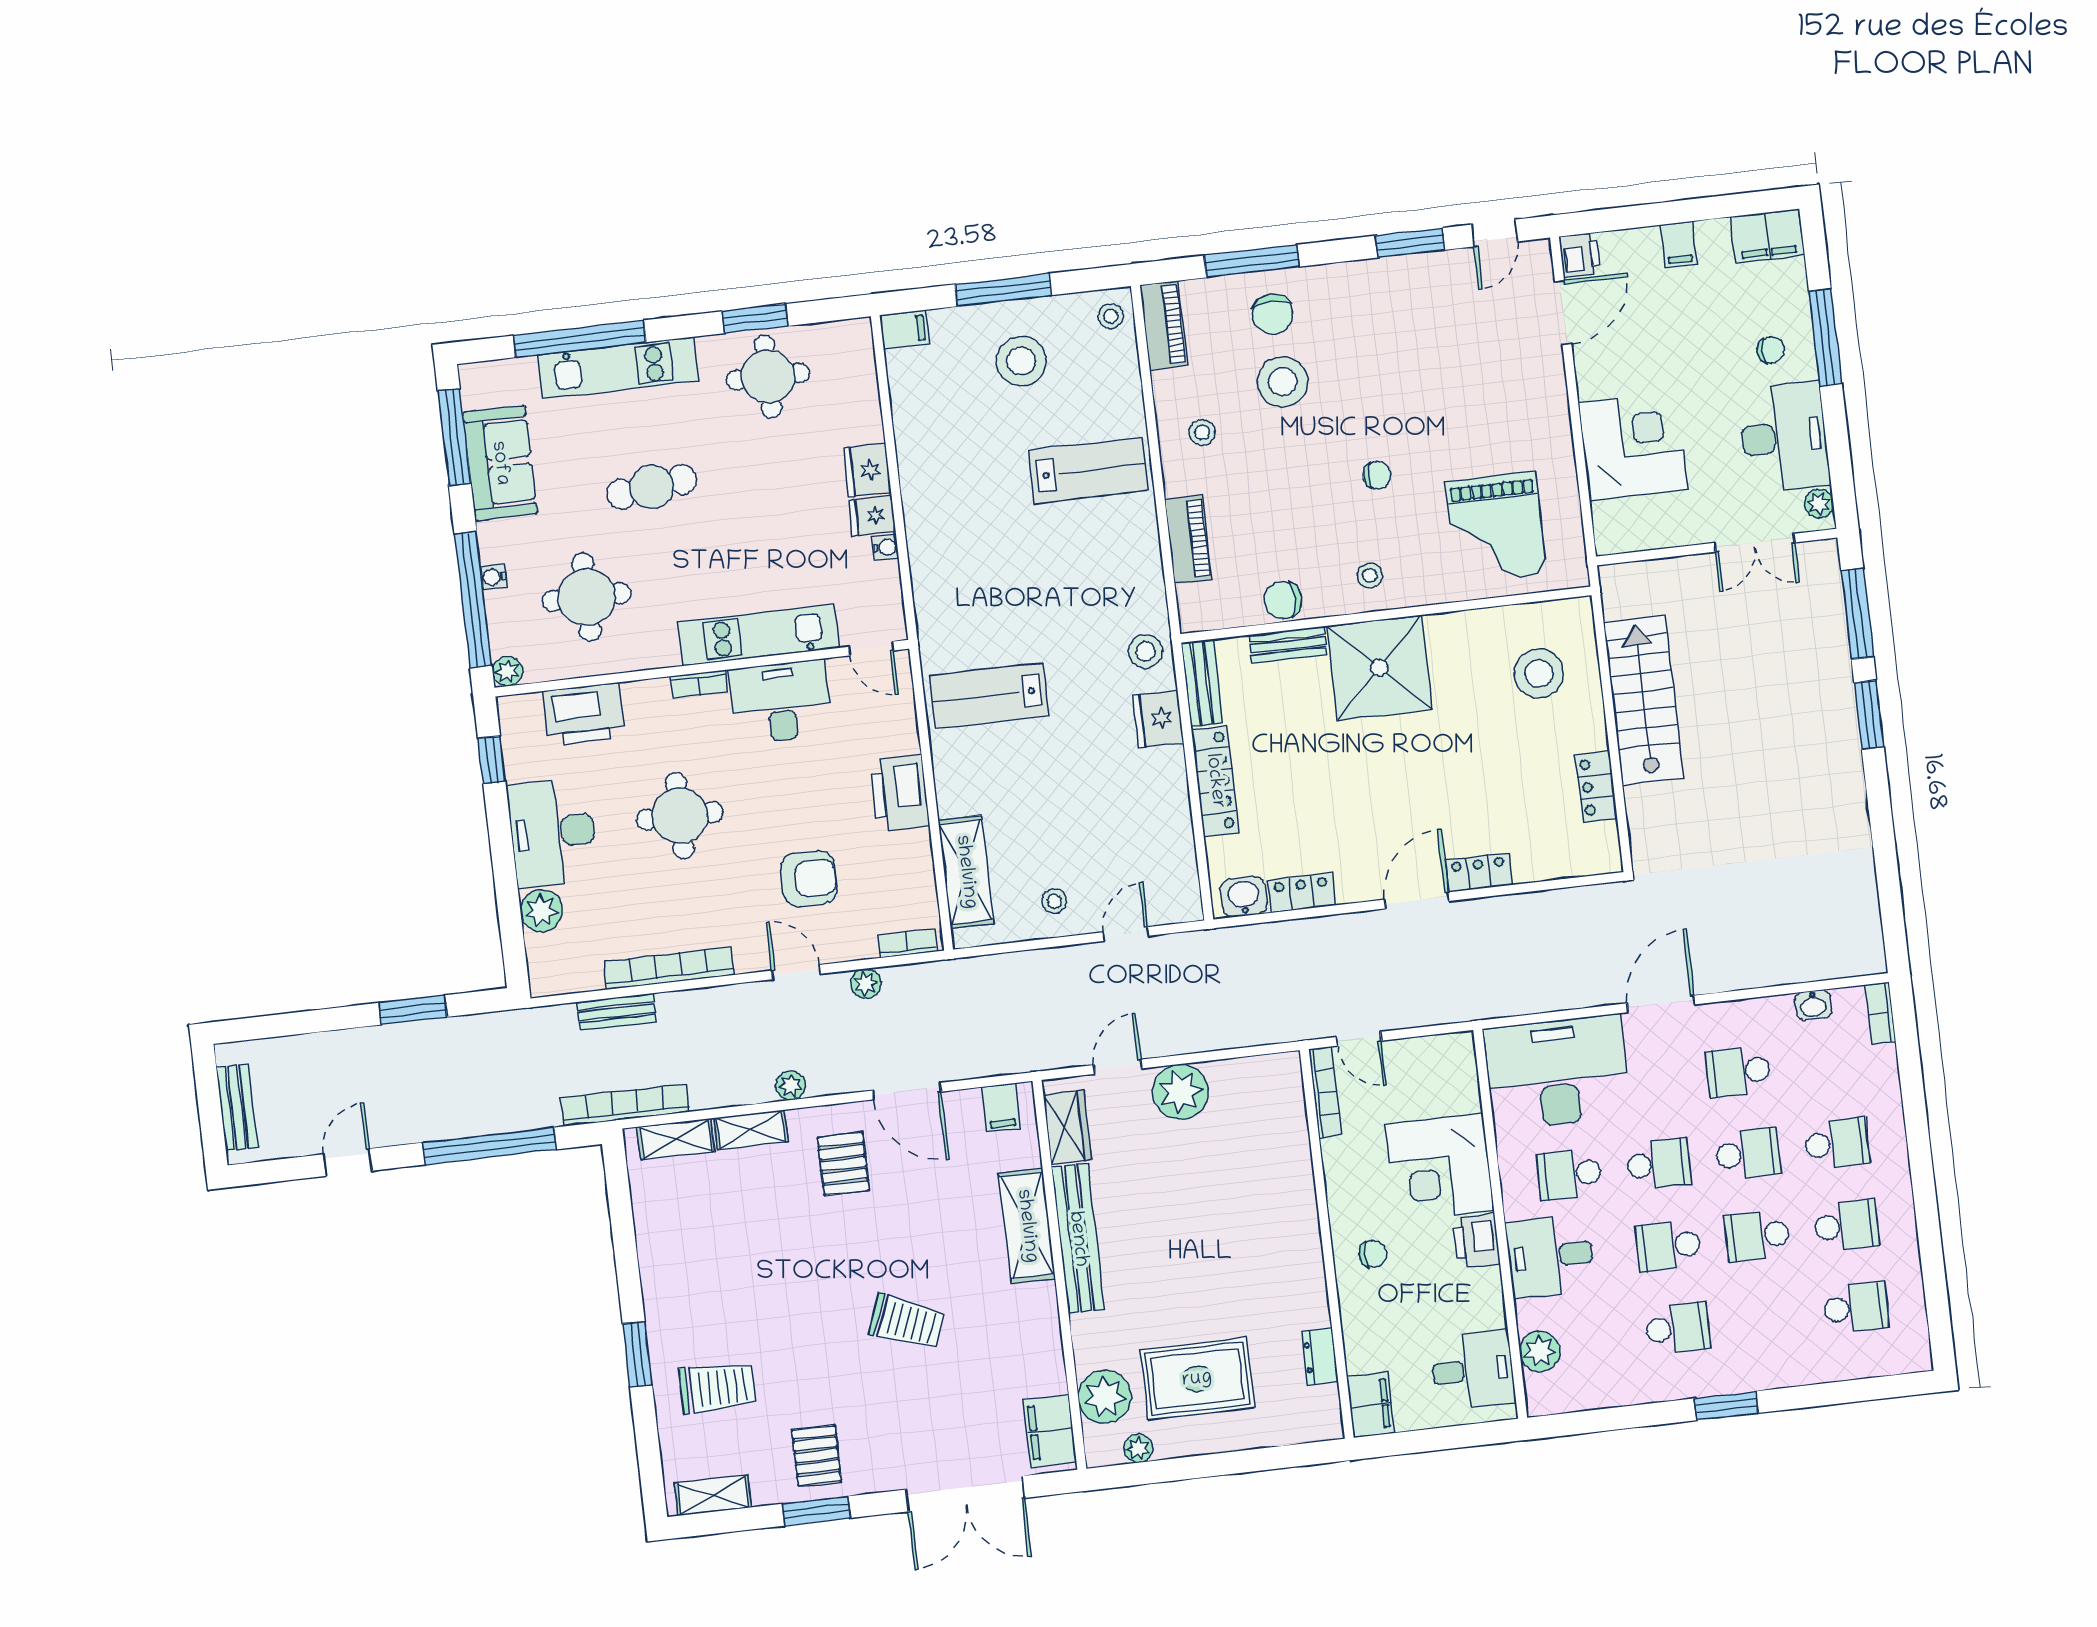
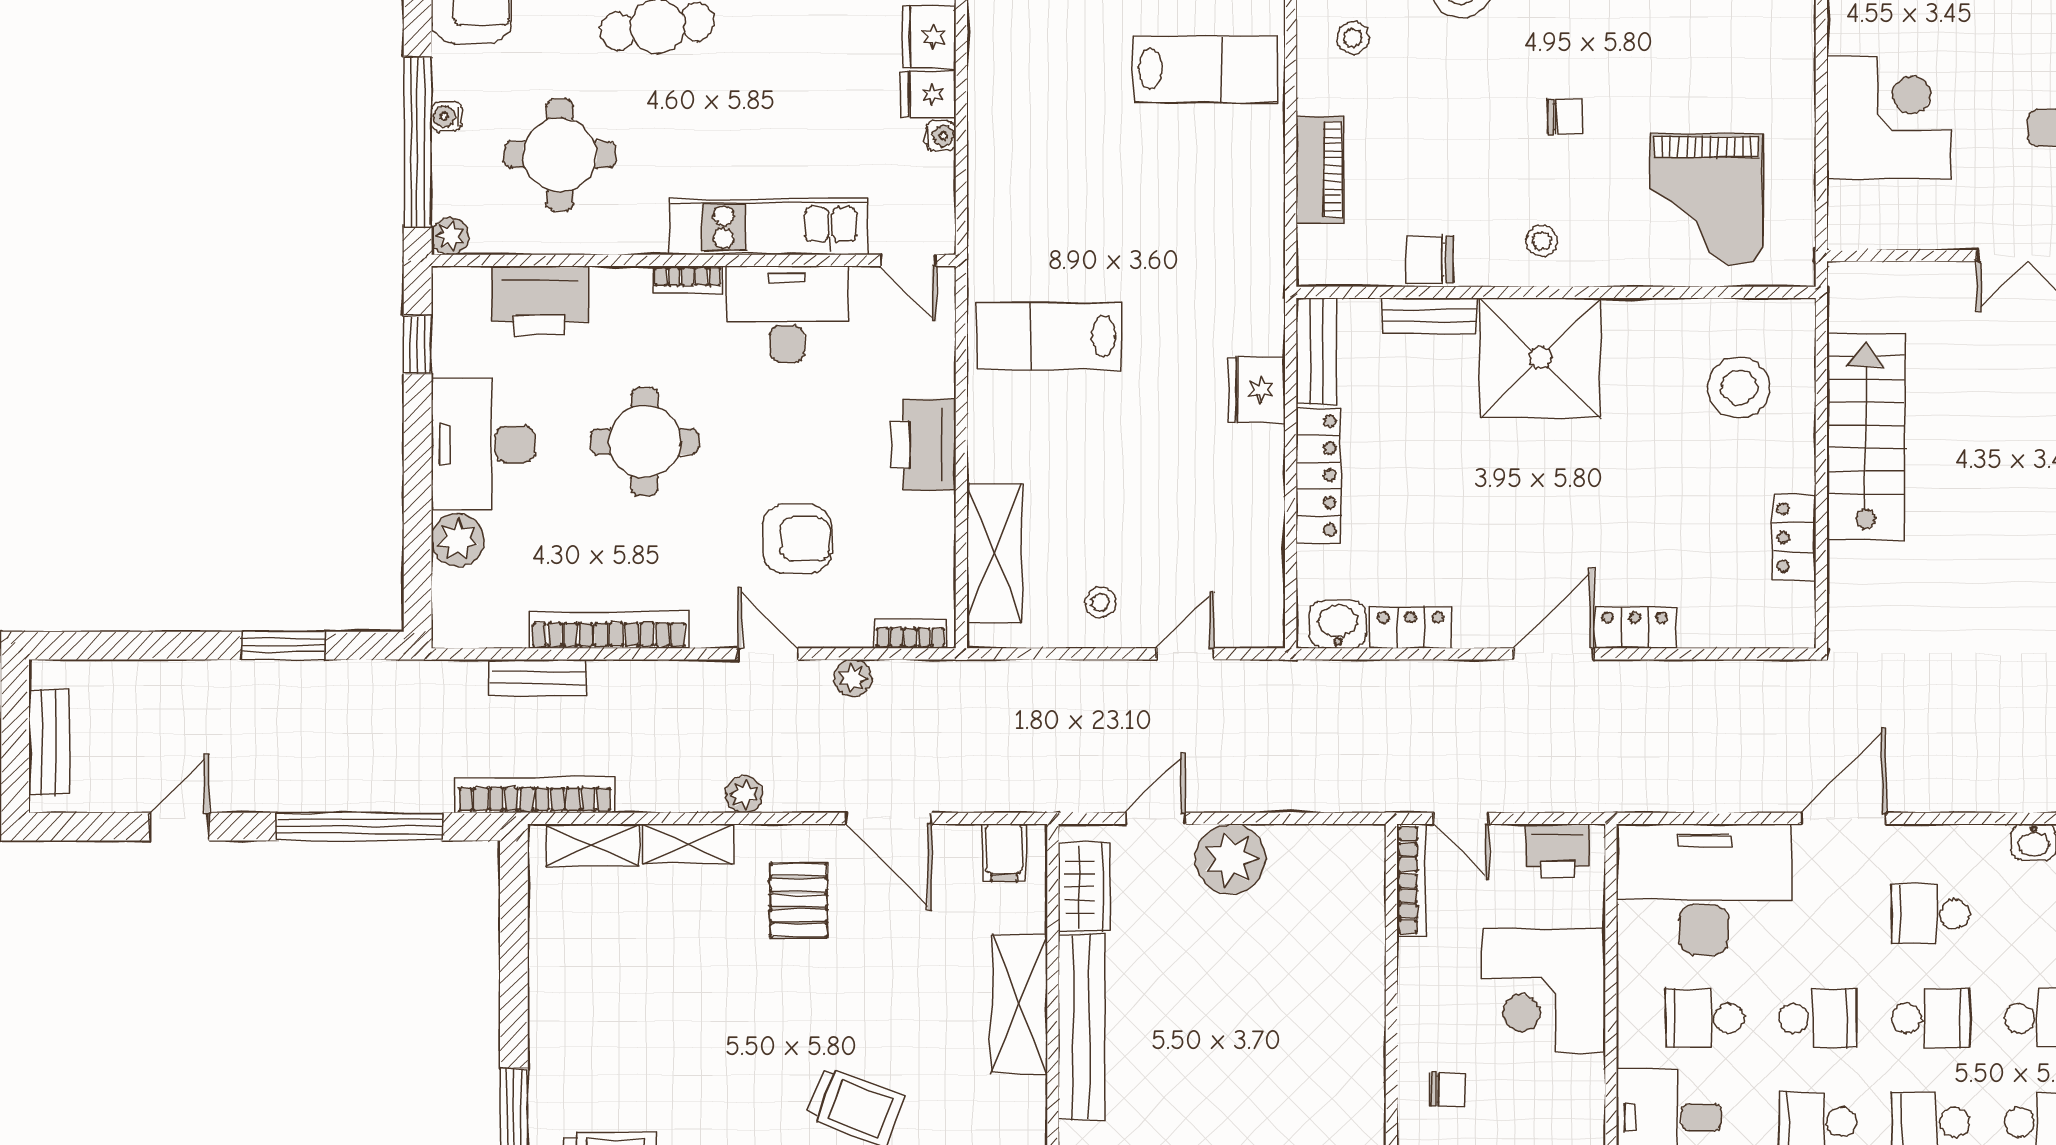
stool: (1146, 651) -> (1251, 303), removed
printer: (1477, 1241) -> (1558, 851), moved, turned -90

